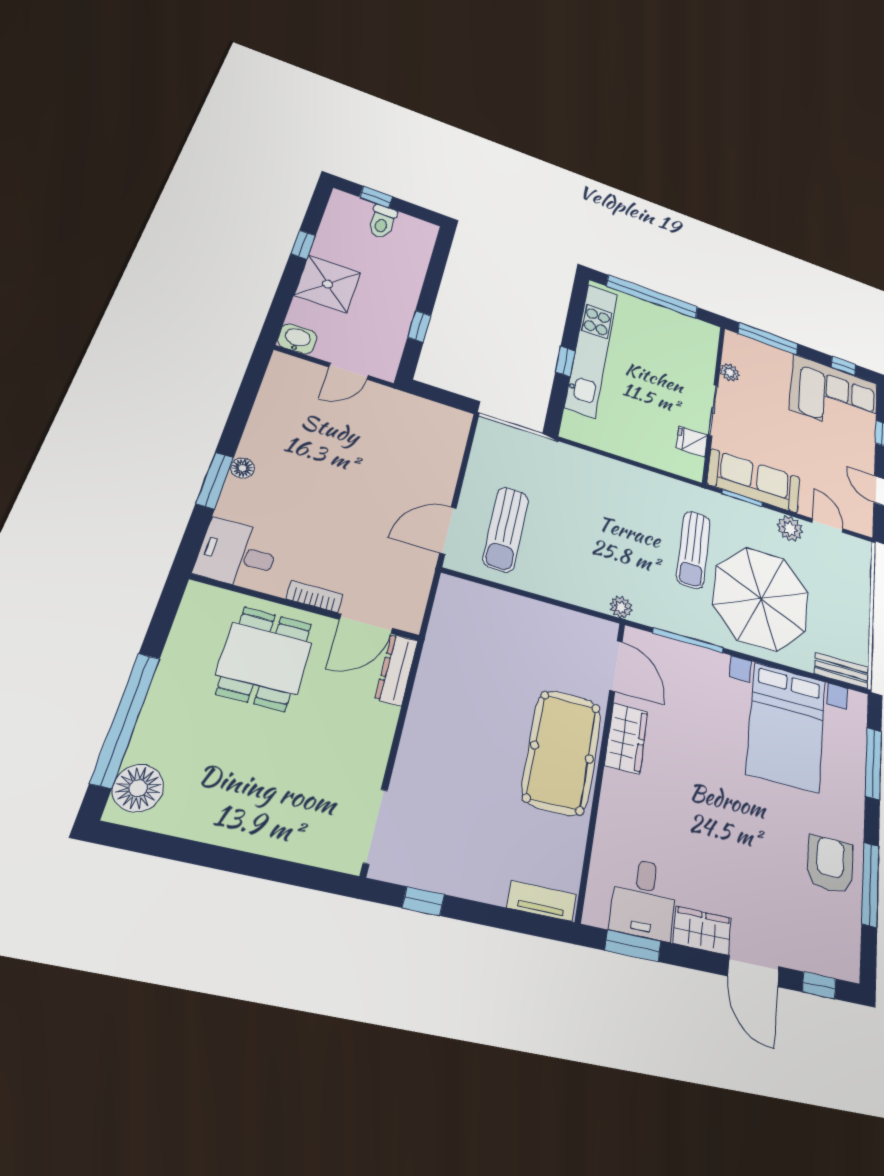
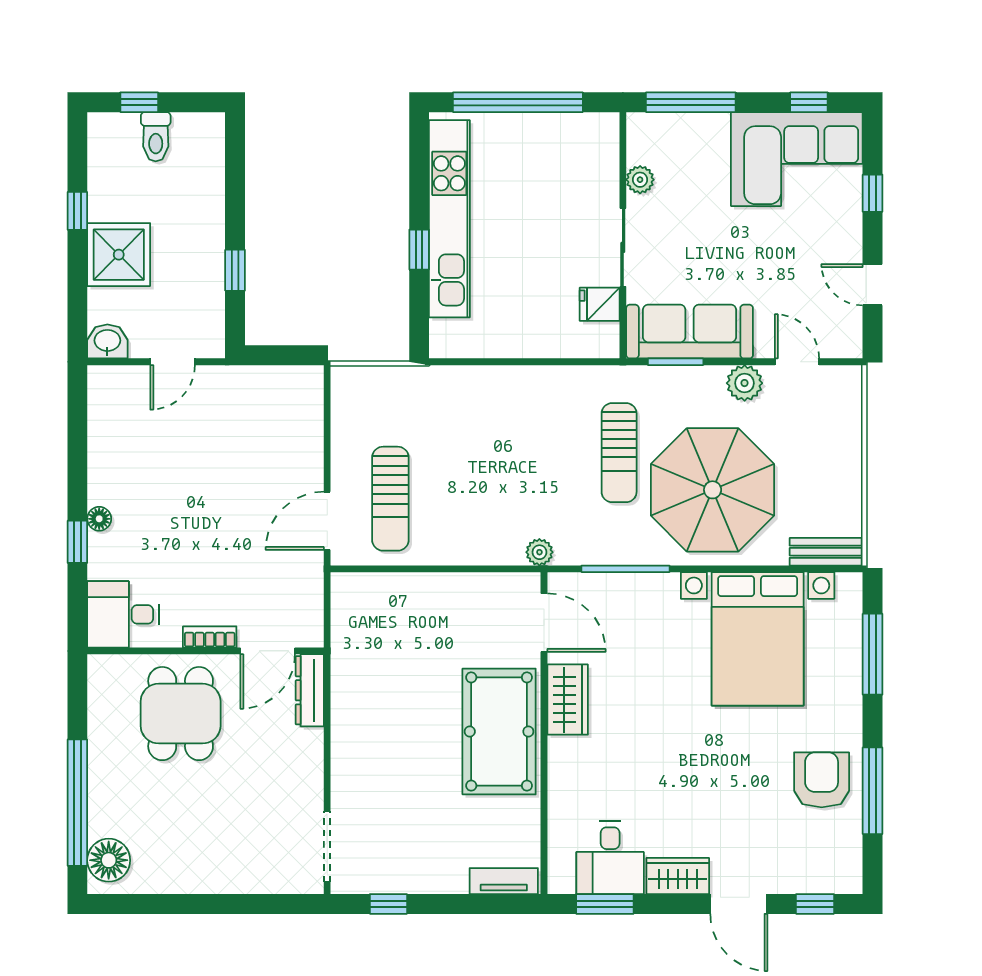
window: (215, 481) -> (77, 542), width x0.67

